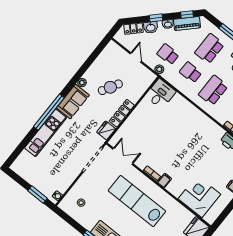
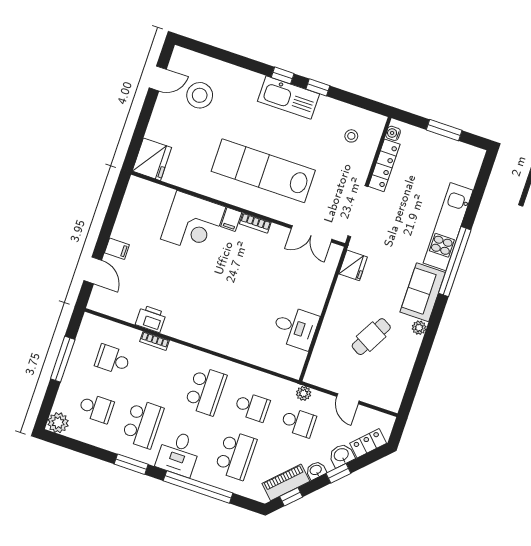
desk: (160, 94) -> (295, 328), moved, turned -90
locker: (122, 113) -> (384, 165), moved
window: (37, 195) -> (444, 130), moved
corner desk: (199, 197) -> (193, 223), moved
lab bench: (137, 201) -> (263, 171), turned 180

